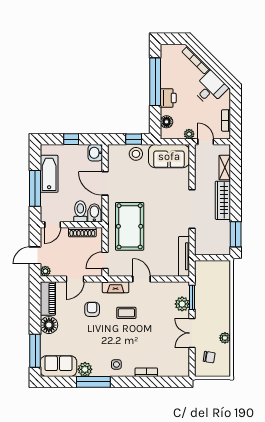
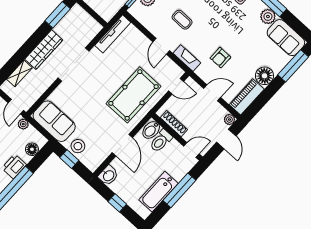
door: (35, 255) -> (226, 139), hinge flipped
coffee table: (126, 313) -> (182, 20), moved

